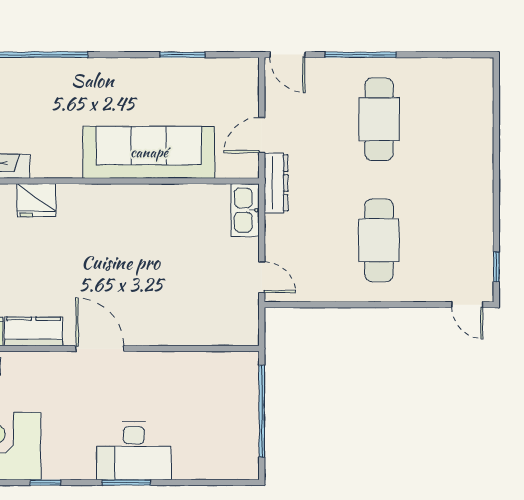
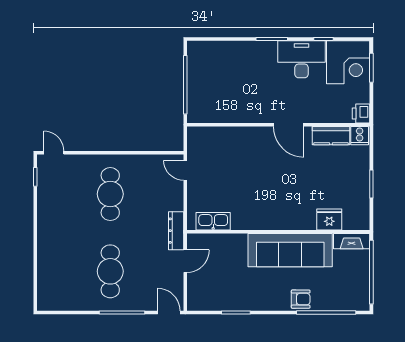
armchair: (81, 76) -> (301, 299), added
sofa: (149, 152) -> (290, 250), moved
kitchen sink: (245, 210) -> (213, 221), moved, turned -90
desk: (134, 451) -> (302, 59), moved

